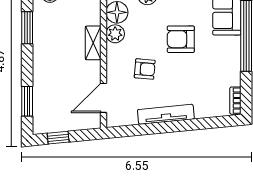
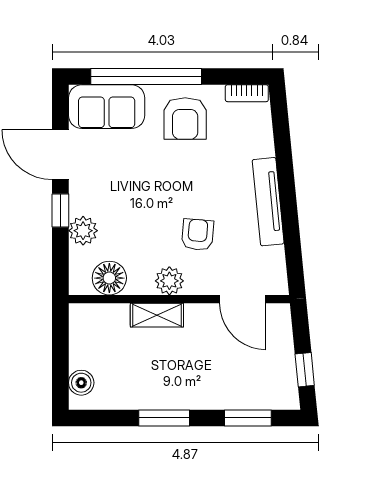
window: (27, 28) -> (164, 418), moved
plant: (115, 34) -> (169, 281), moved
armchair: (181, 39) -> (185, 119), moved

